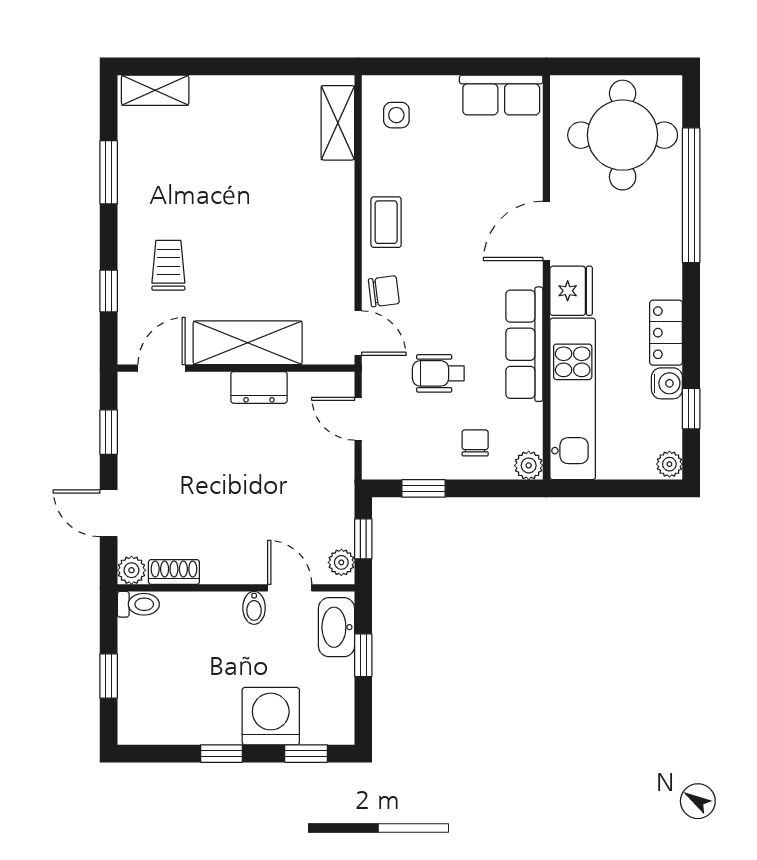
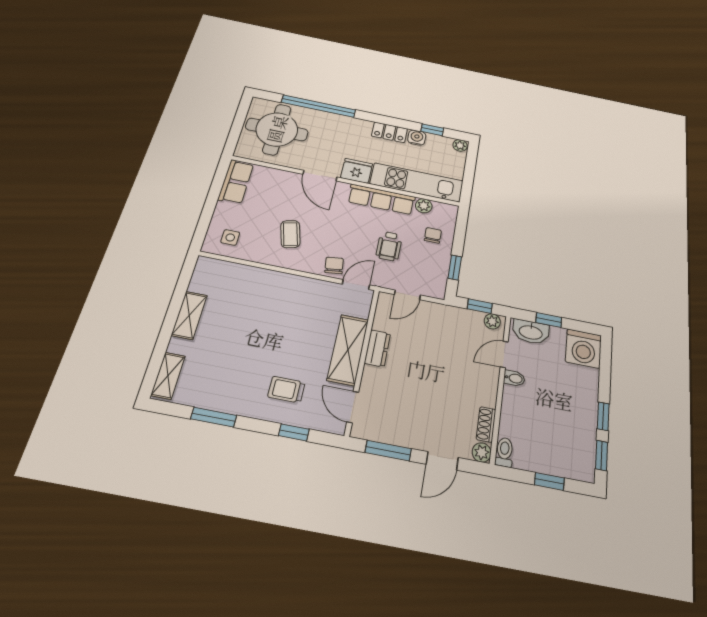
shelving: (338, 123) -> (189, 315), moved, turned 90
coffee table: (386, 222) -> (290, 234), moved, turned 75
window: (109, 432) -> (388, 451), width x1.50
chair: (475, 443) -> (433, 235), turned 90
plant: (529, 465) -> (424, 206), moved
washing machine: (271, 716) -> (583, 349), moved, turned -90
window: (306, 754) -> (602, 455), moved

